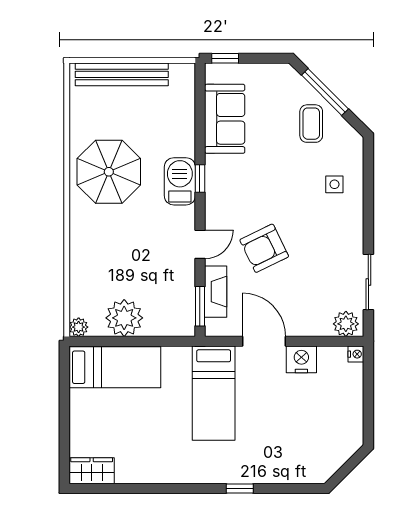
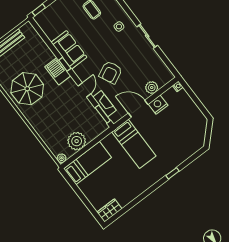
sofa: (225, 119) -> (69, 50), moved
sliding door: (368, 282) -> (147, 36), moved
plant: (346, 324) -> (152, 88), moved

